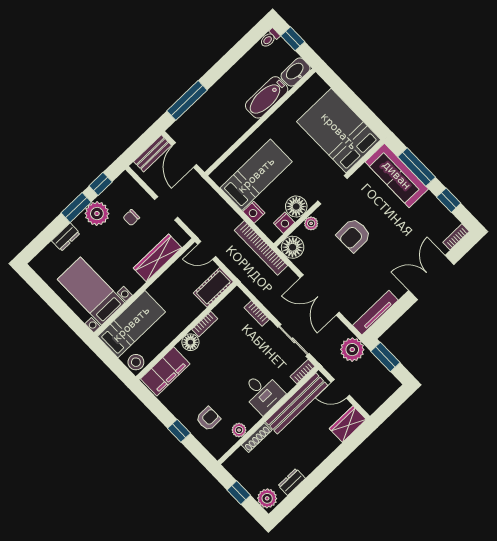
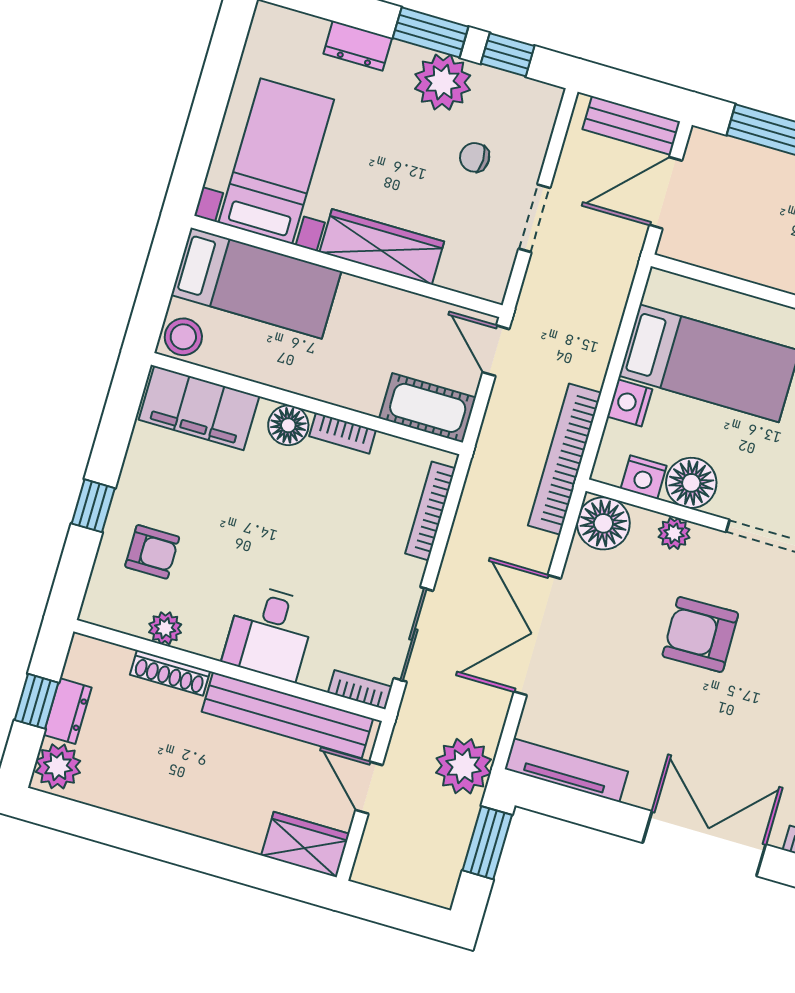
wardrobe: (158, 258) -> (382, 247), moved
bookcase: (257, 313) -> (430, 511), width x1.56
dresser: (292, 482) -> (67, 711), moved, turned 90

